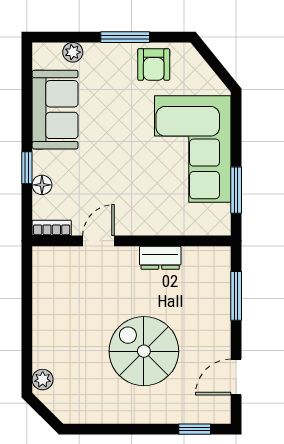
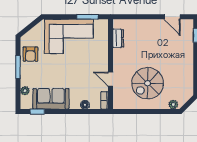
armchair: (154, 64) -> (30, 54), turned 90
window: (27, 168) -> (37, 112), moved
dresser: (160, 258) -> (118, 38), moved
window: (236, 296) -> (135, 17), removed
spiral stairs: (144, 351) -> (148, 83), moved

